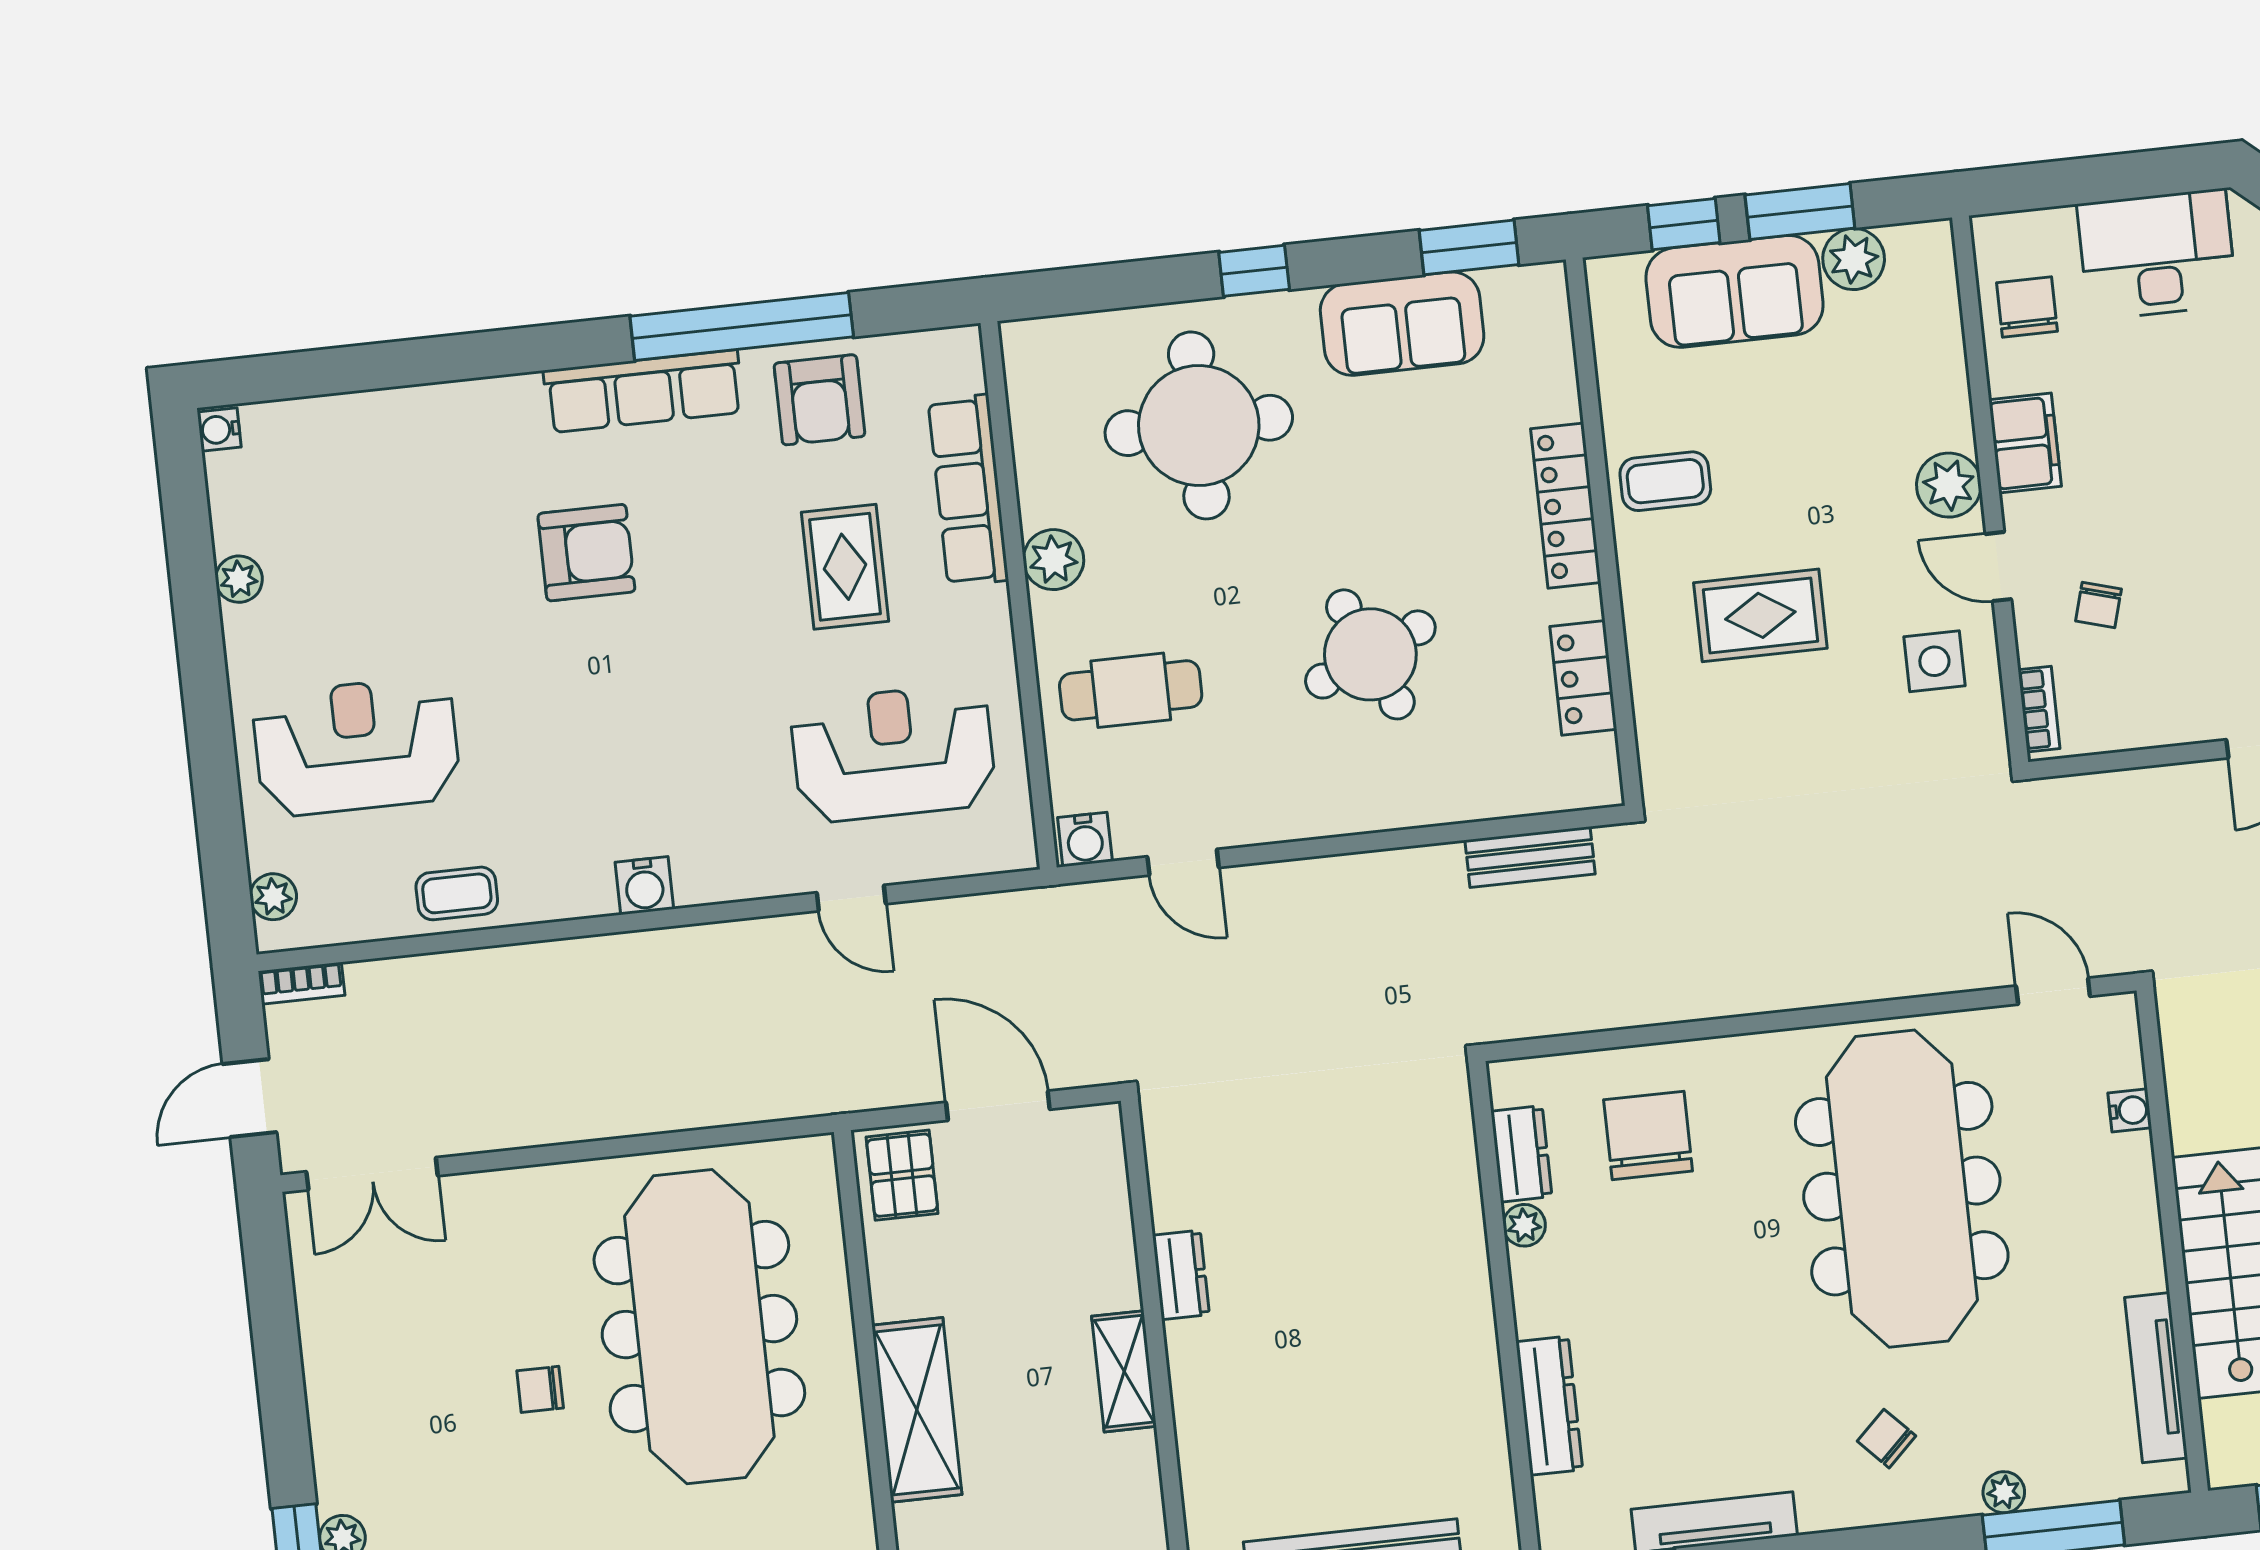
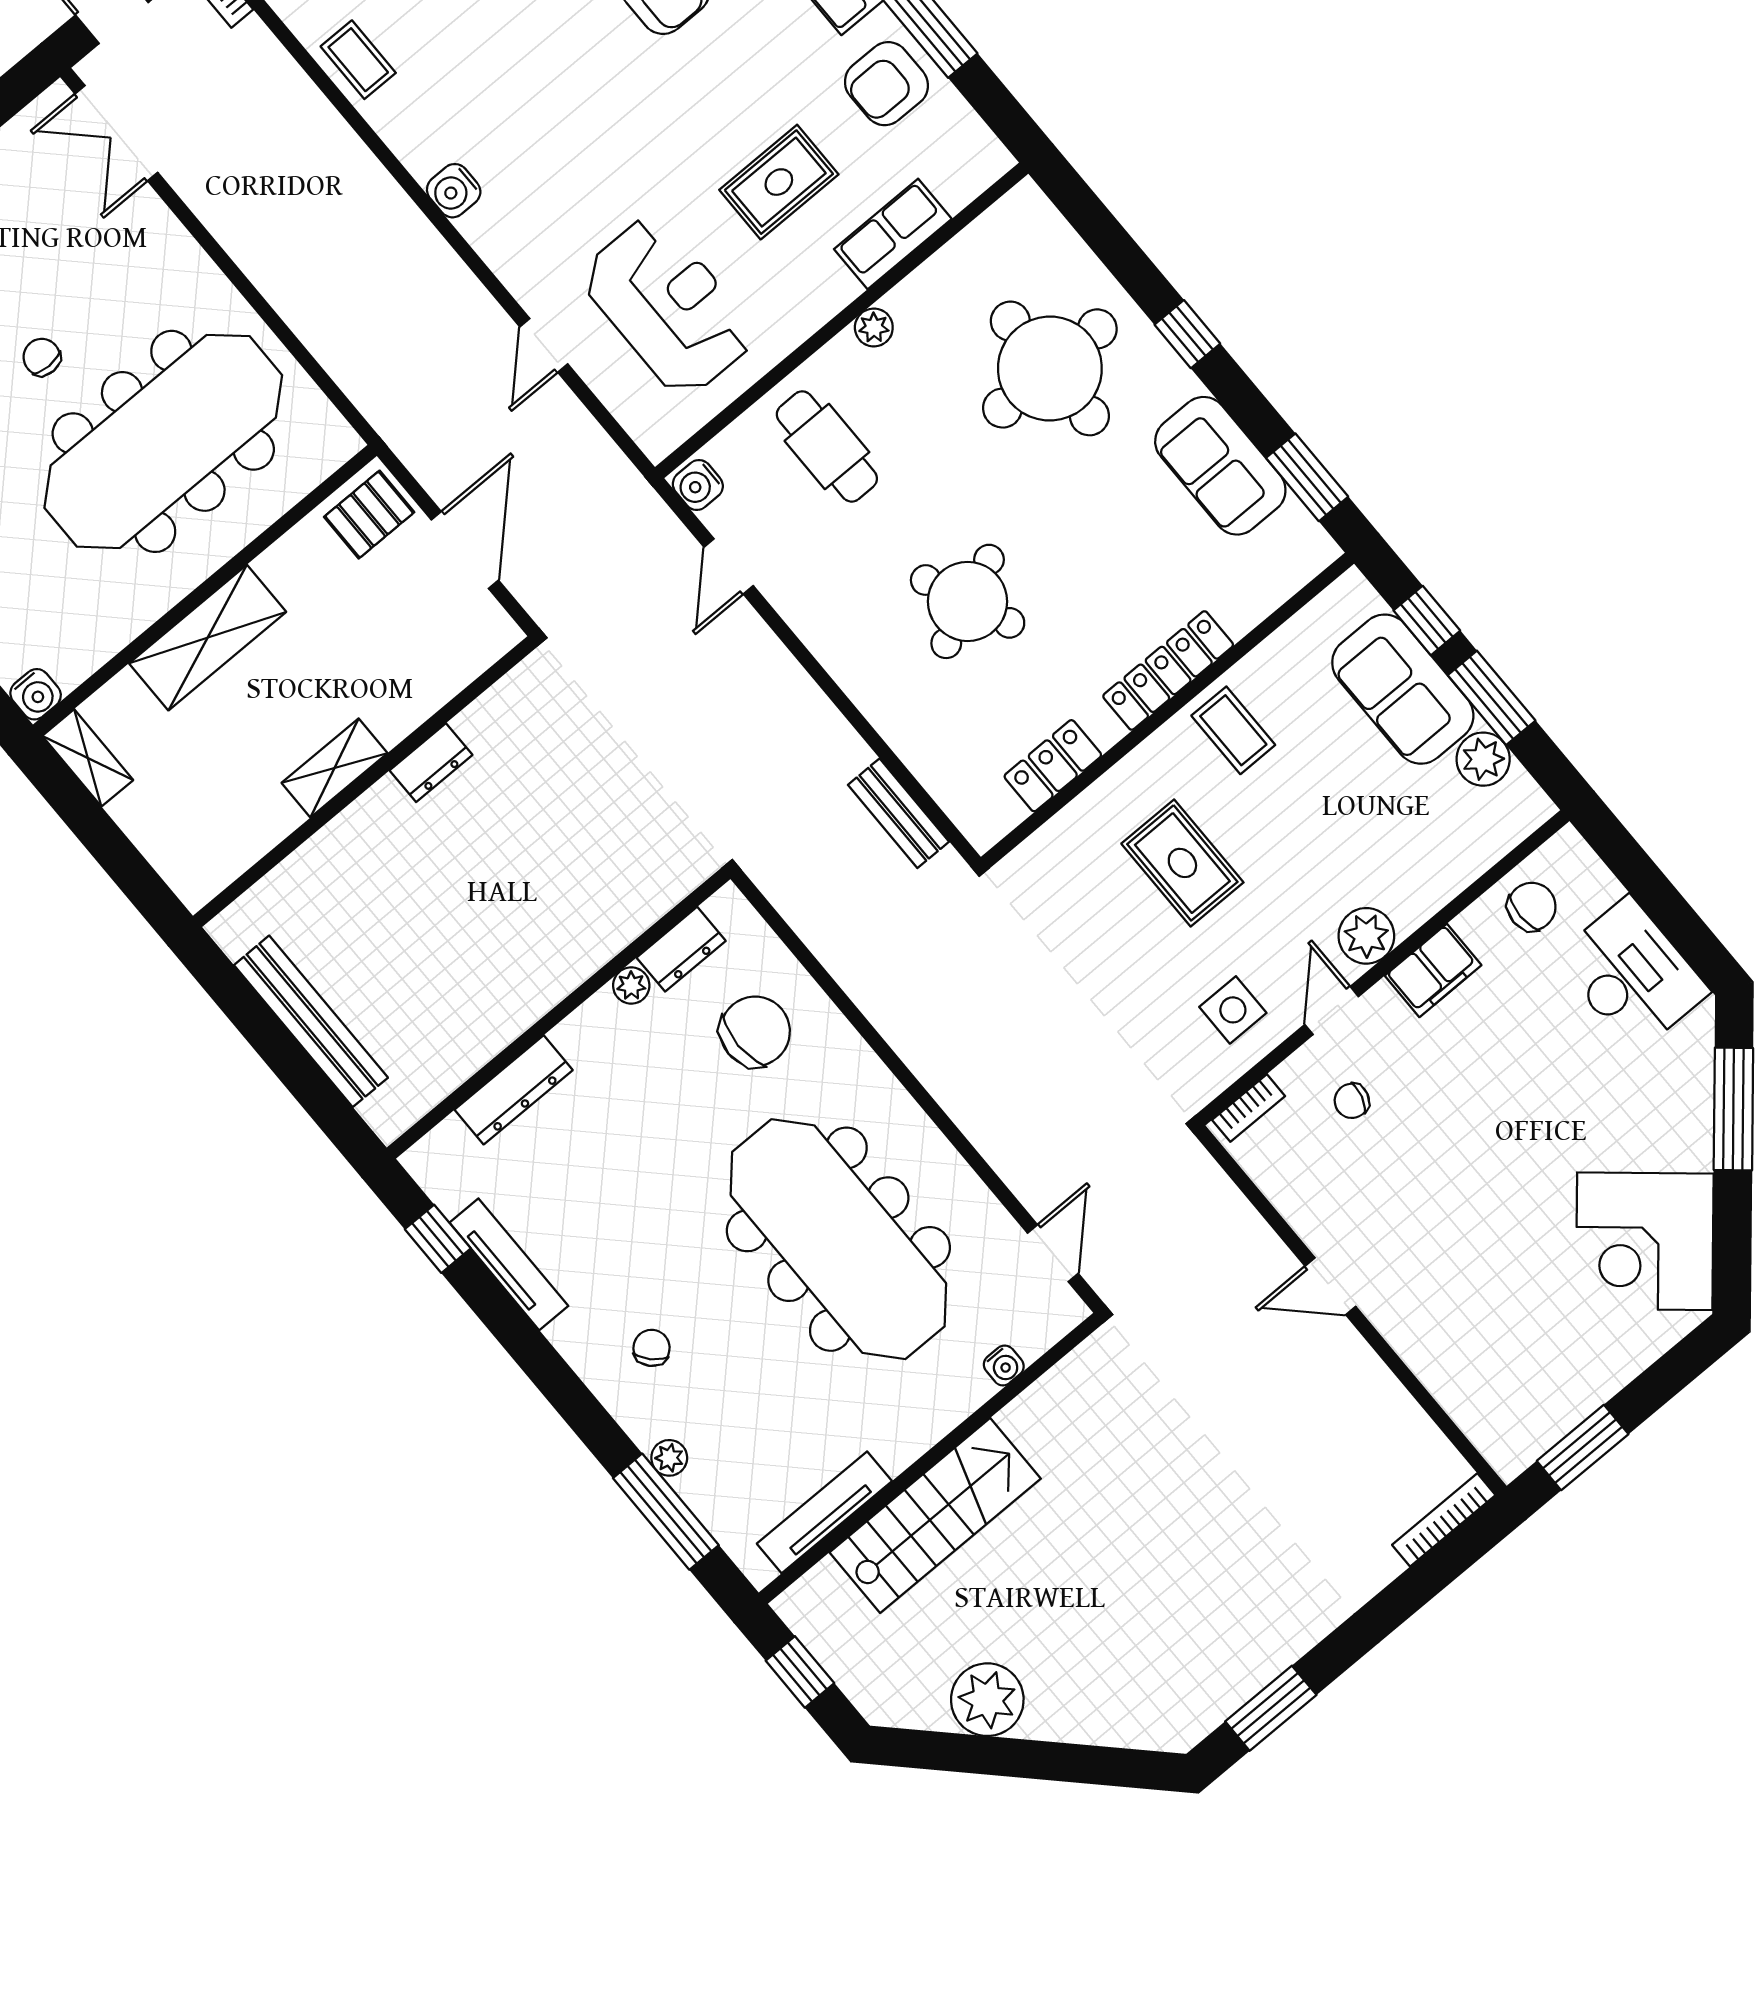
row of seats: (968, 490) -> (893, 234), width x0.68
plant: (1053, 560) -> (874, 327), width x0.73, depth x0.73
meeting table: (1902, 1189) -> (838, 1239), turned 90

